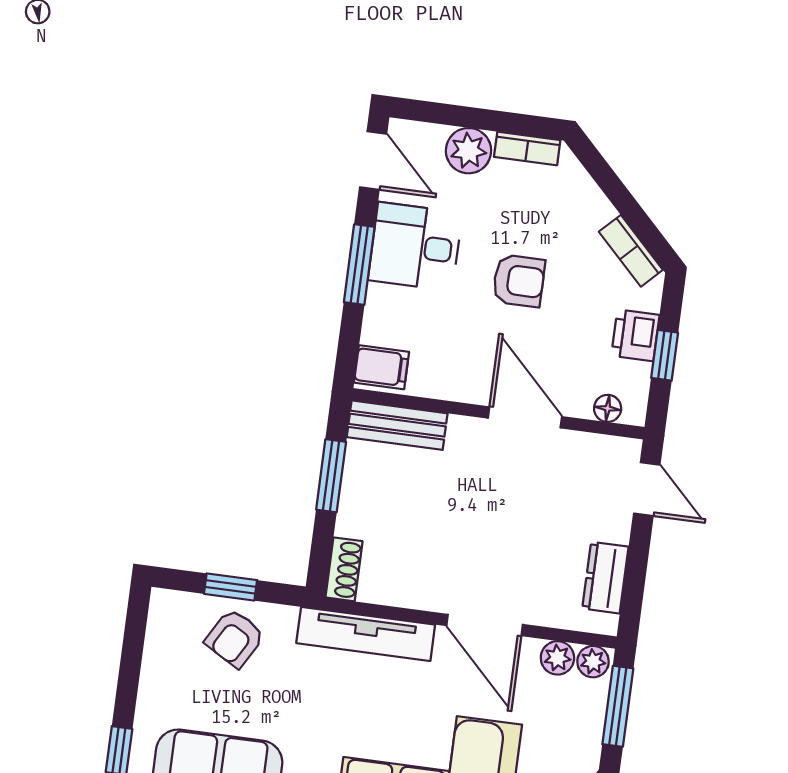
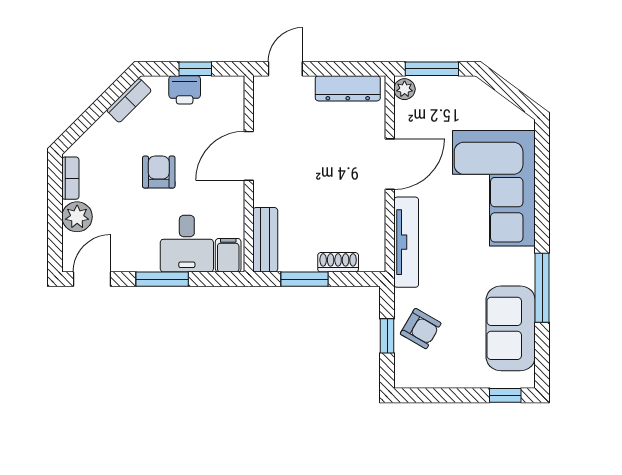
desk: (415, 246) -> (187, 244), moved
floor lamp: (608, 408) -> (235, 102), removed
shoe rack: (344, 569) -> (338, 262), moved
dresser: (605, 578) -> (348, 88), width x1.44
plant: (557, 658) -> (405, 113), removed

